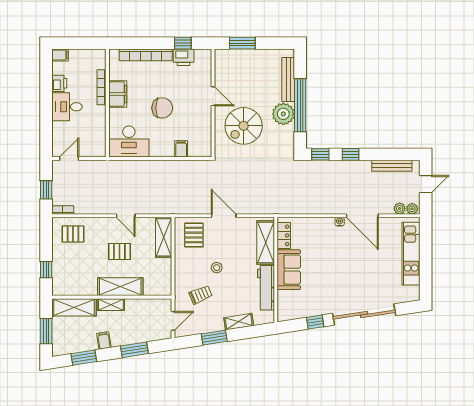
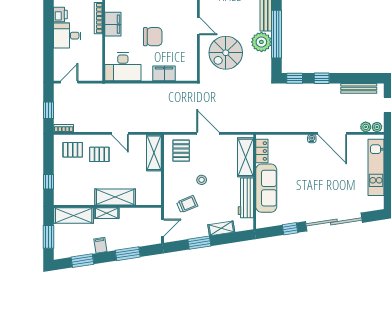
filing cabinet: (181, 149) -> (164, 73), width x2.00
pallet: (119, 252) -> (99, 154), moved
sofa: (289, 270) -> (266, 188), width x1.36

